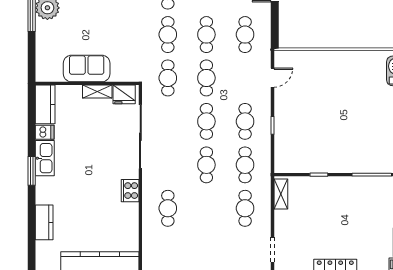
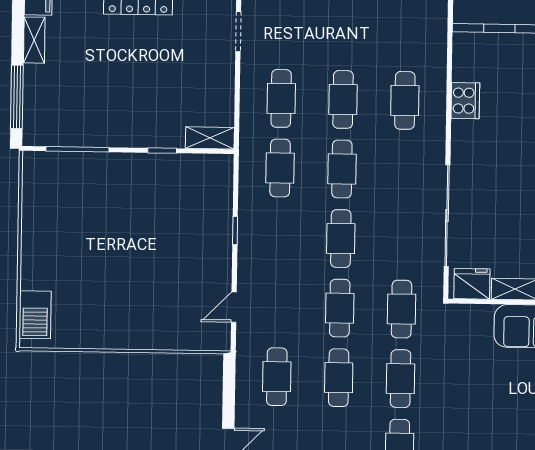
cafe table: (245, 121) -> (343, 99), moved
cooker: (130, 191) -> (465, 101), moved
shelving: (281, 194) -> (210, 138), moved, turned 90

